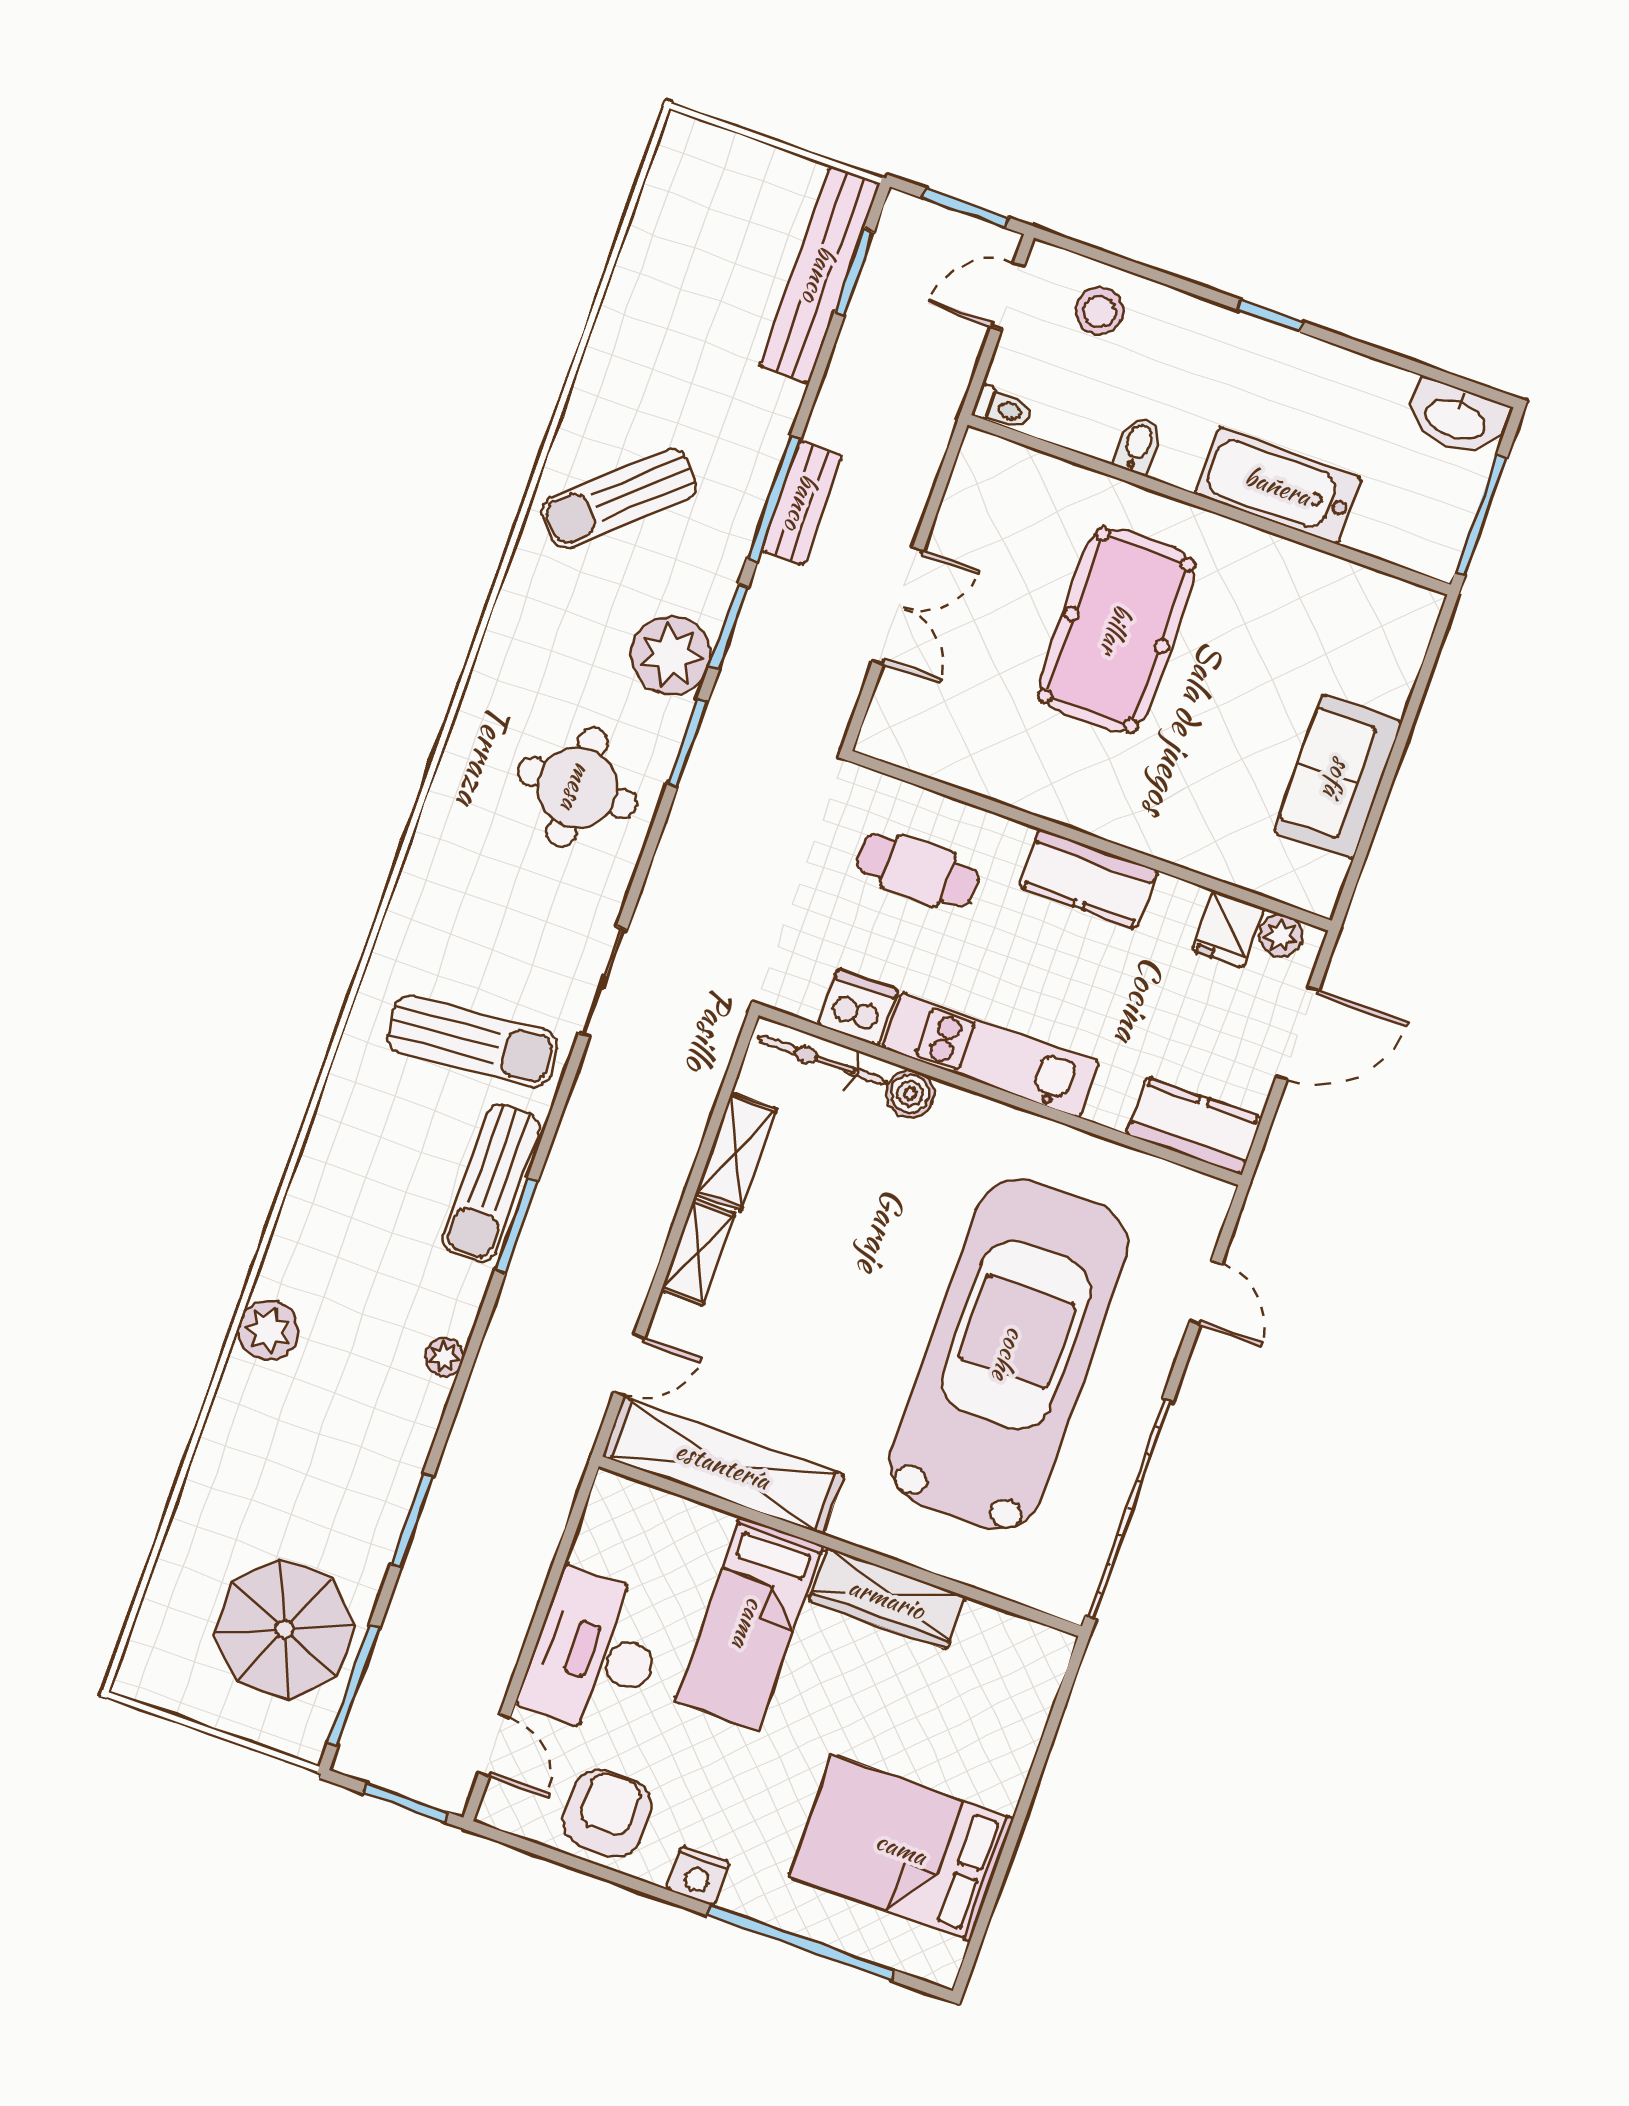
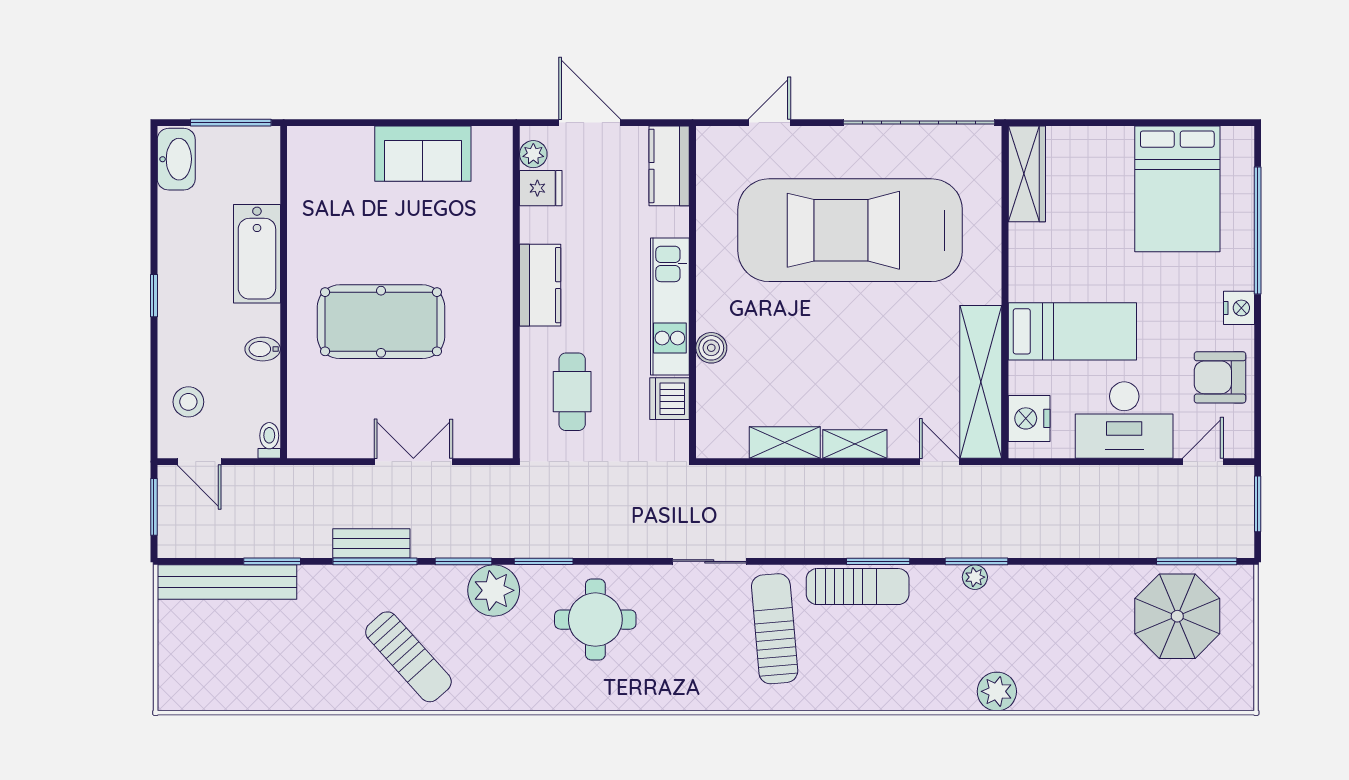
window: (854, 272) -> (272, 561), moved
bicycle: (821, 1060) -> (710, 410), removed
nightstand: (646, 1516) -> (1029, 418), added
window: (412, 1521) -> (977, 561), moved
wardrobe: (887, 1598) -> (1027, 174), moved

